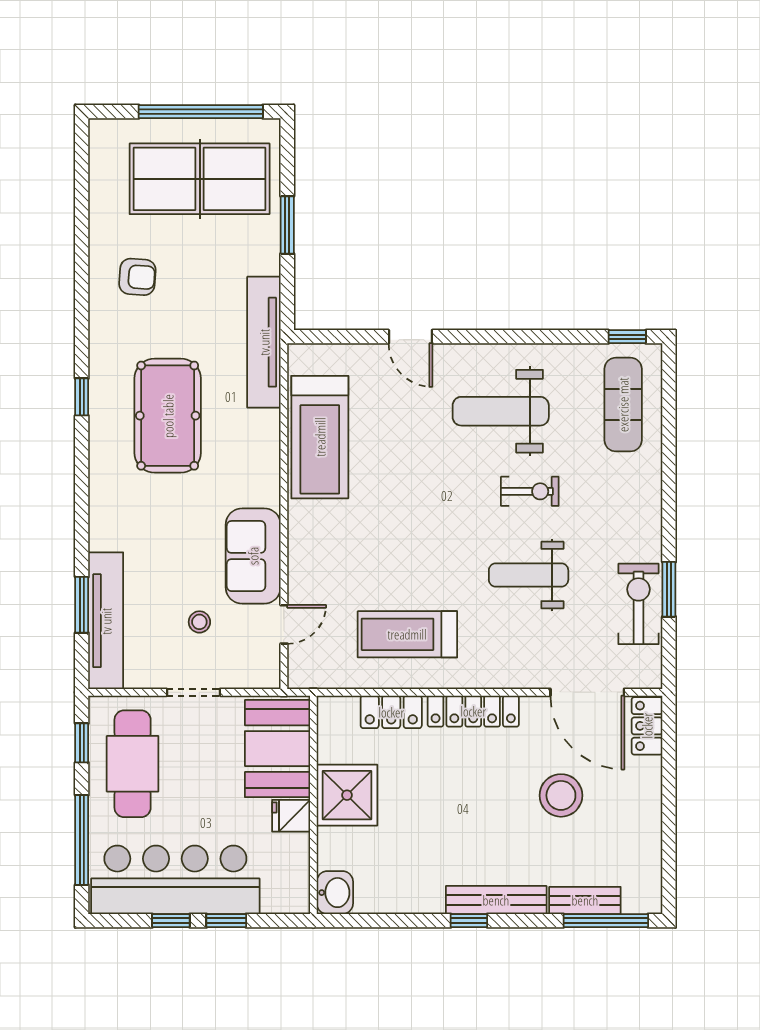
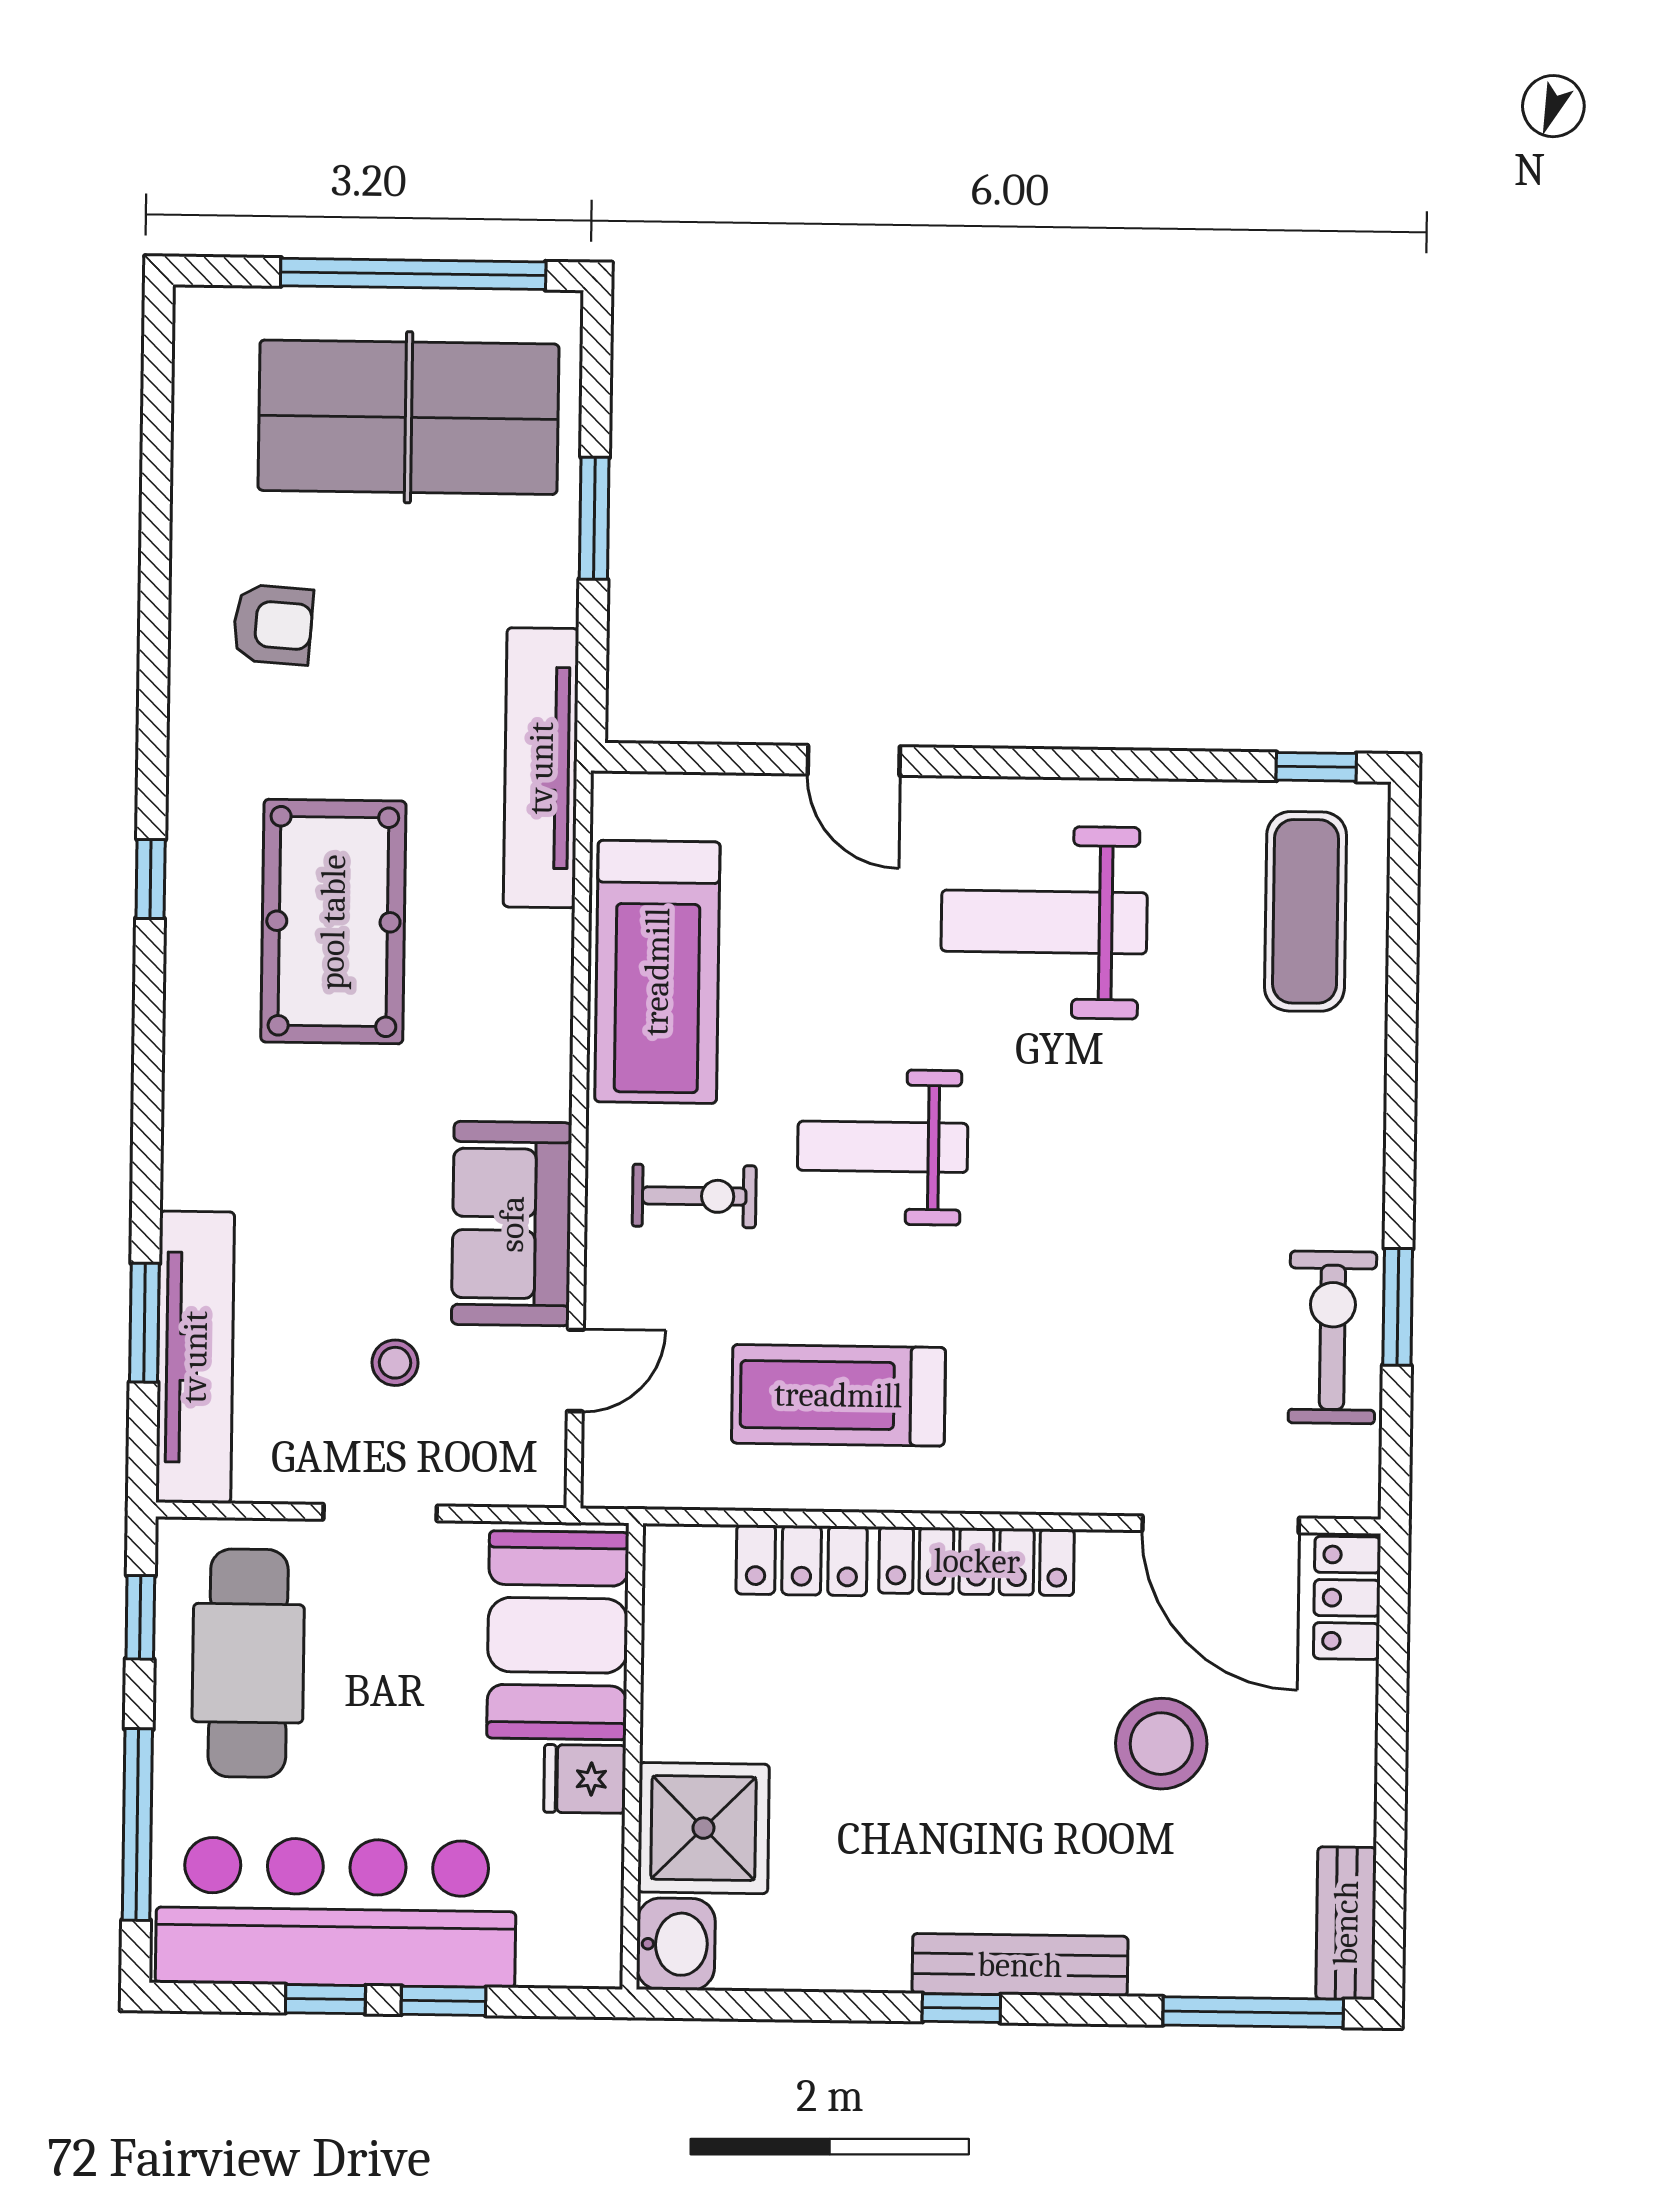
exercise bike: (530, 491) -> (694, 1196), moved
weight bench: (529, 575) -> (883, 1147), moved
shower: (347, 795) -> (703, 1828), moved
bench: (585, 900) -> (1346, 1923), moved, turned 90

